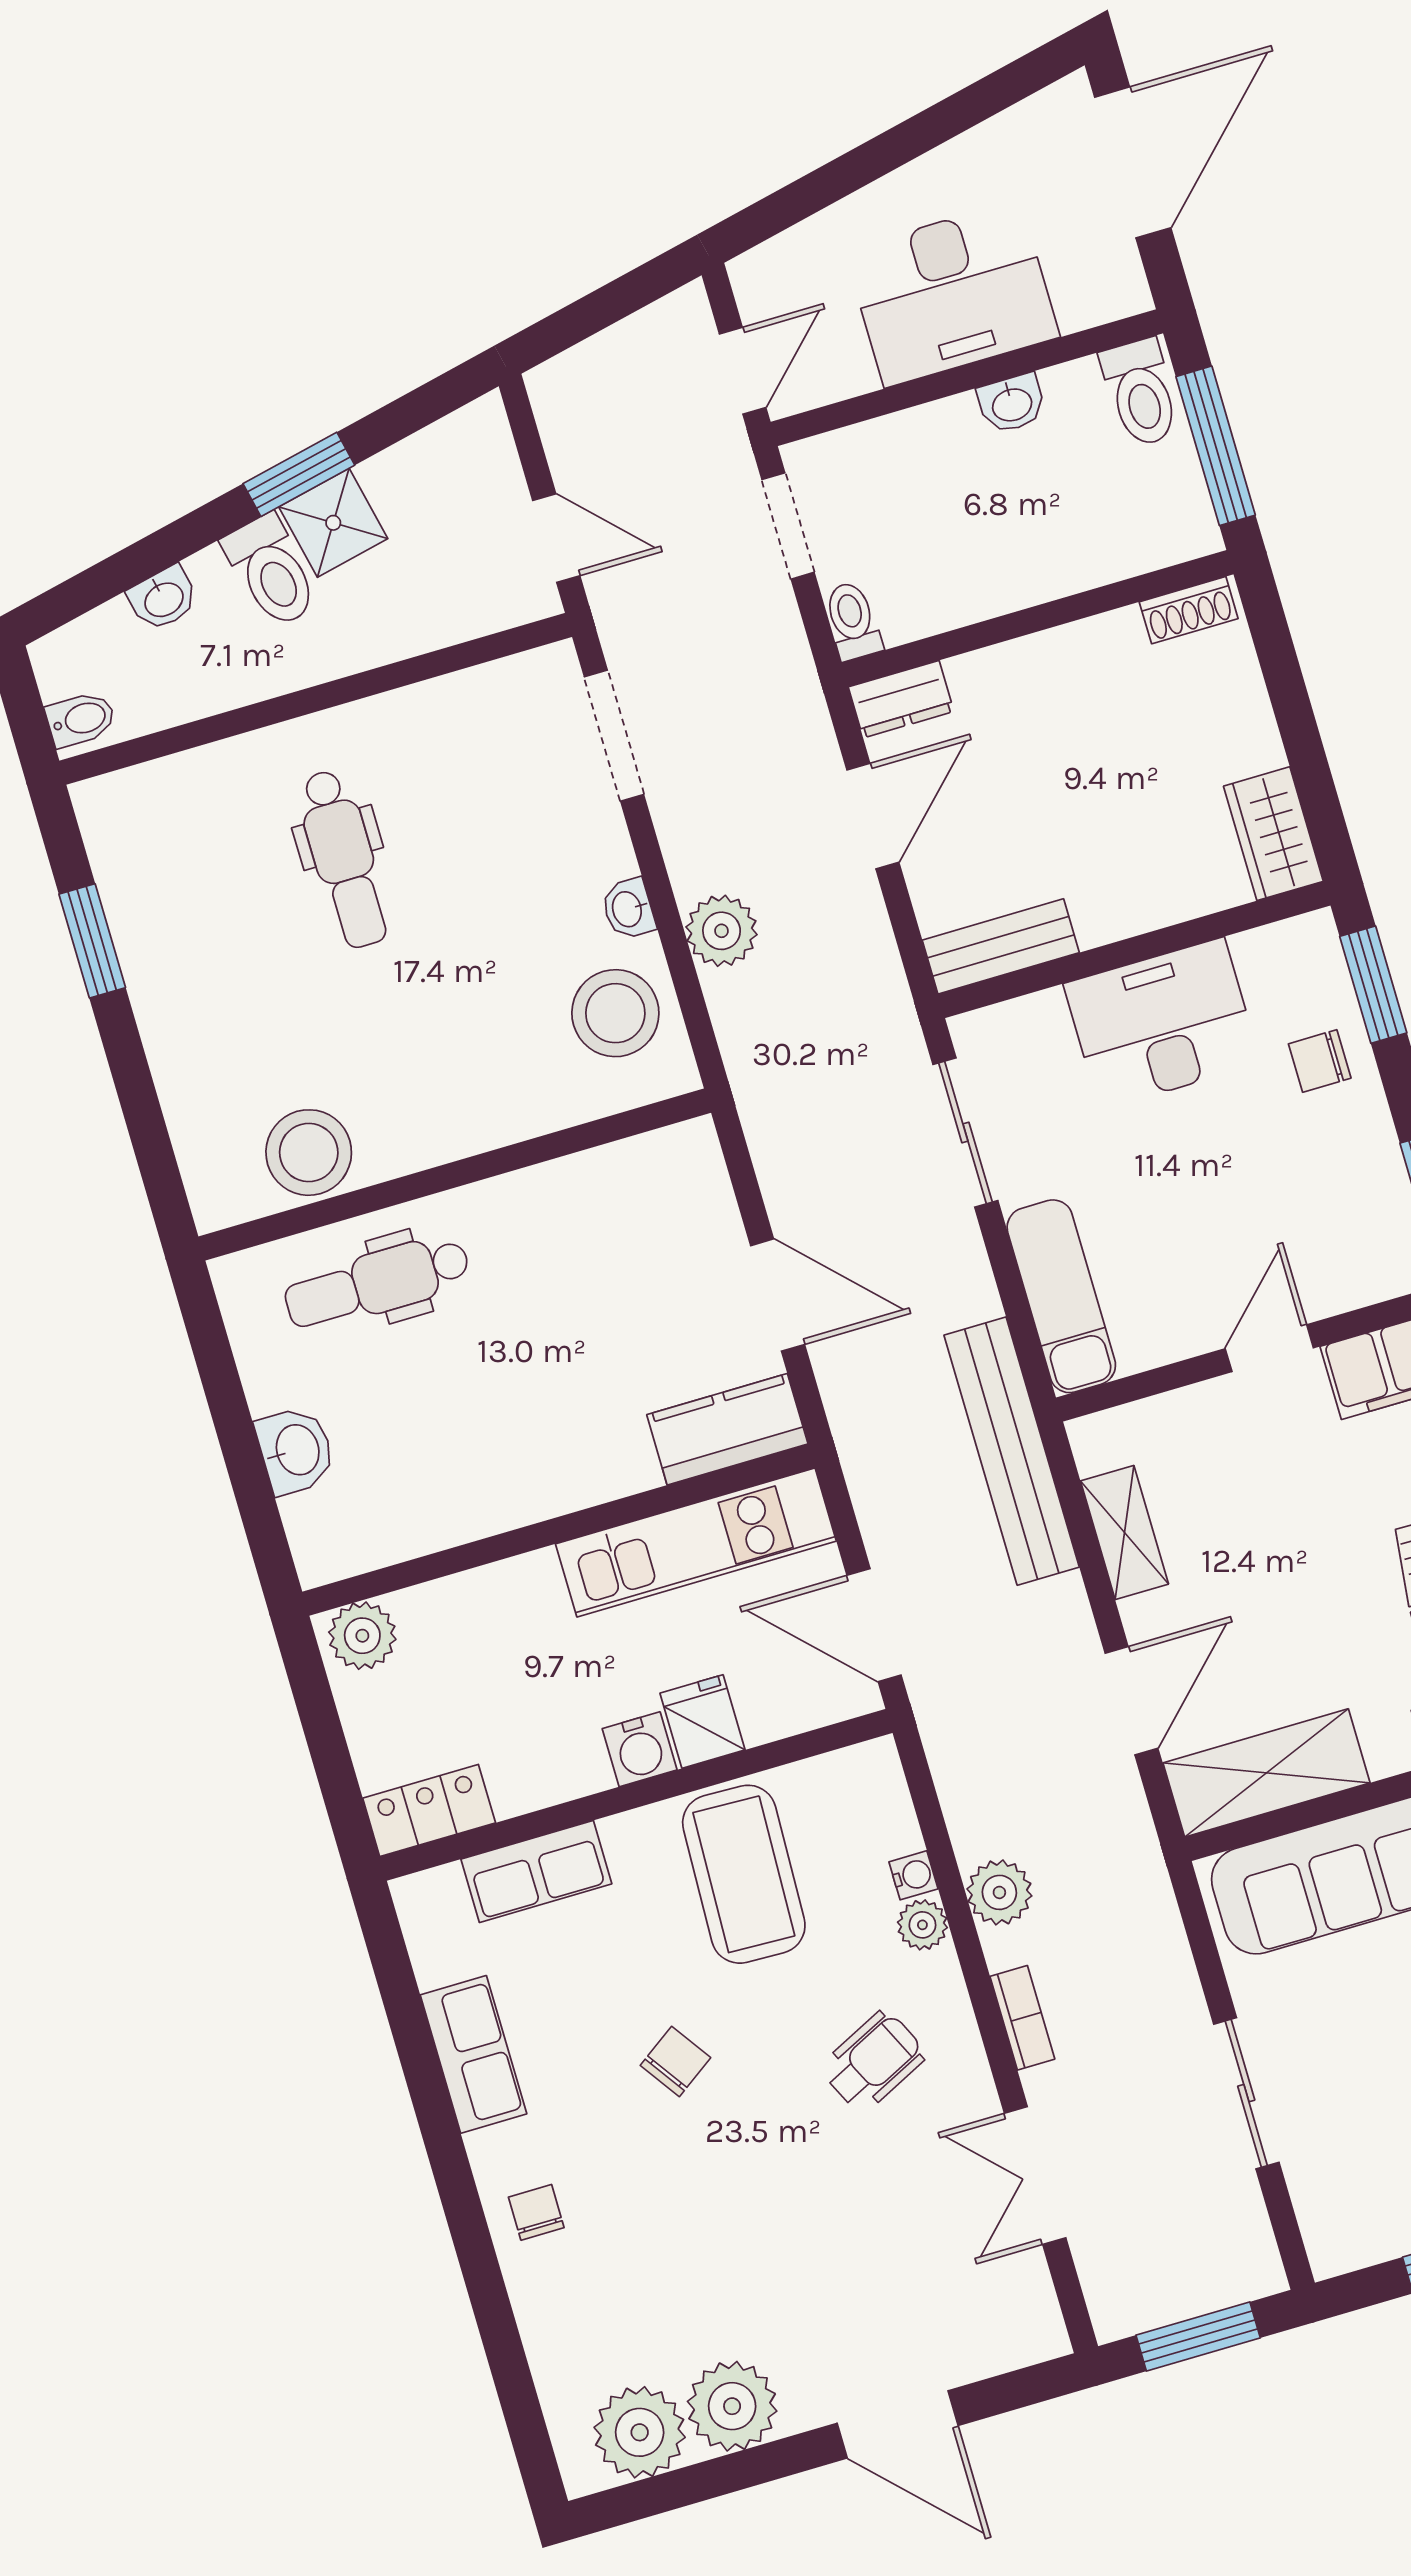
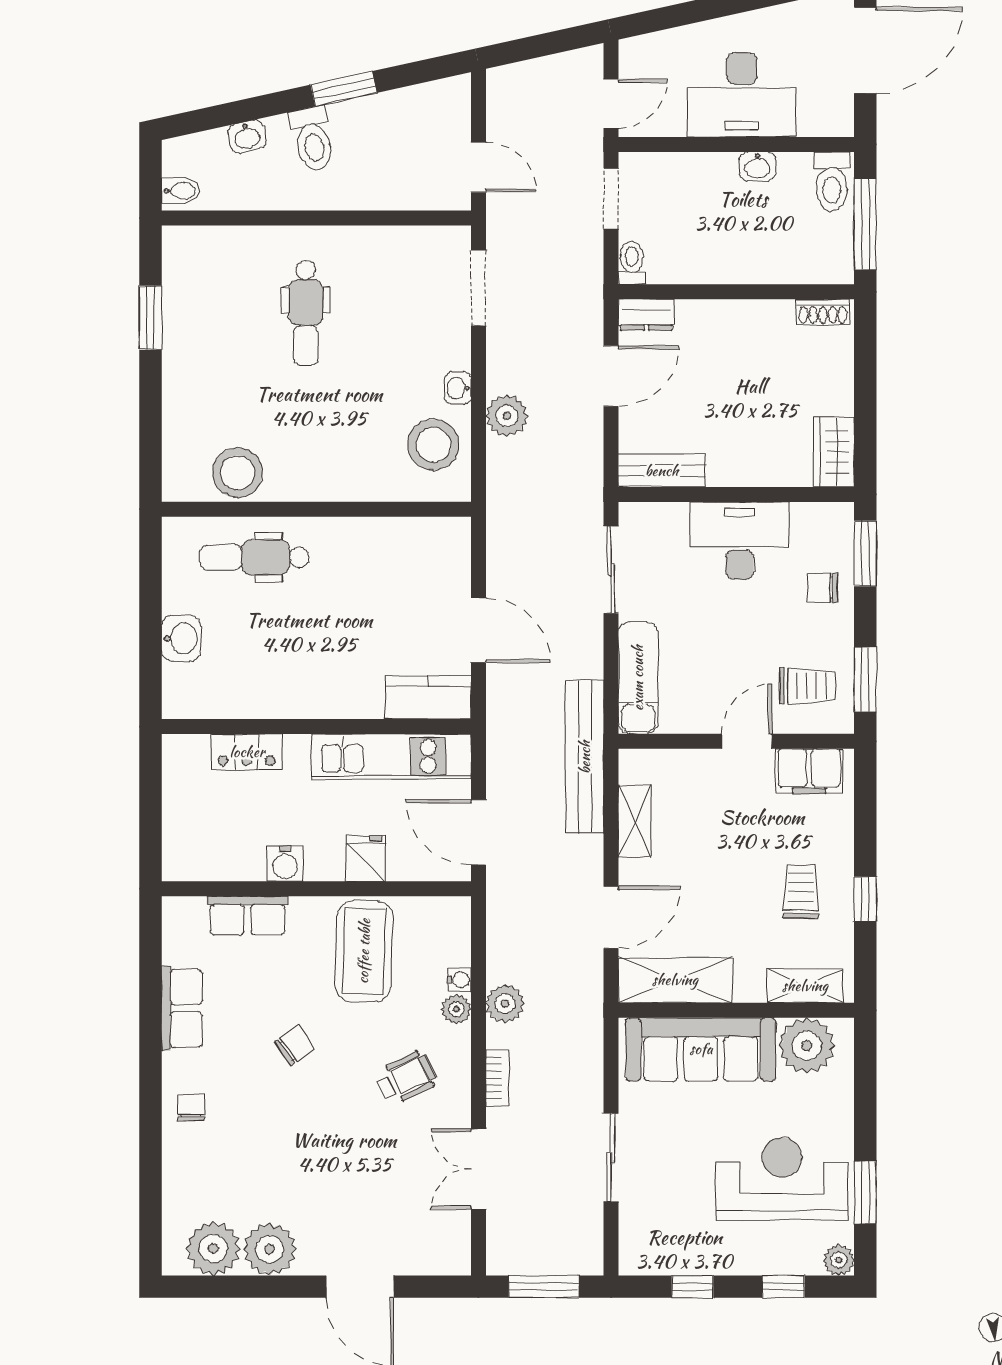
shower: (333, 523) -> (355, 122), removed
trolley: (1342, 1229) -> (807, 686), added
plant: (362, 1636) -> (188, 754), removed
water cooler: (640, 1749) -> (285, 864), moved
locker: (429, 1811) -> (247, 752), moved, turned 180

